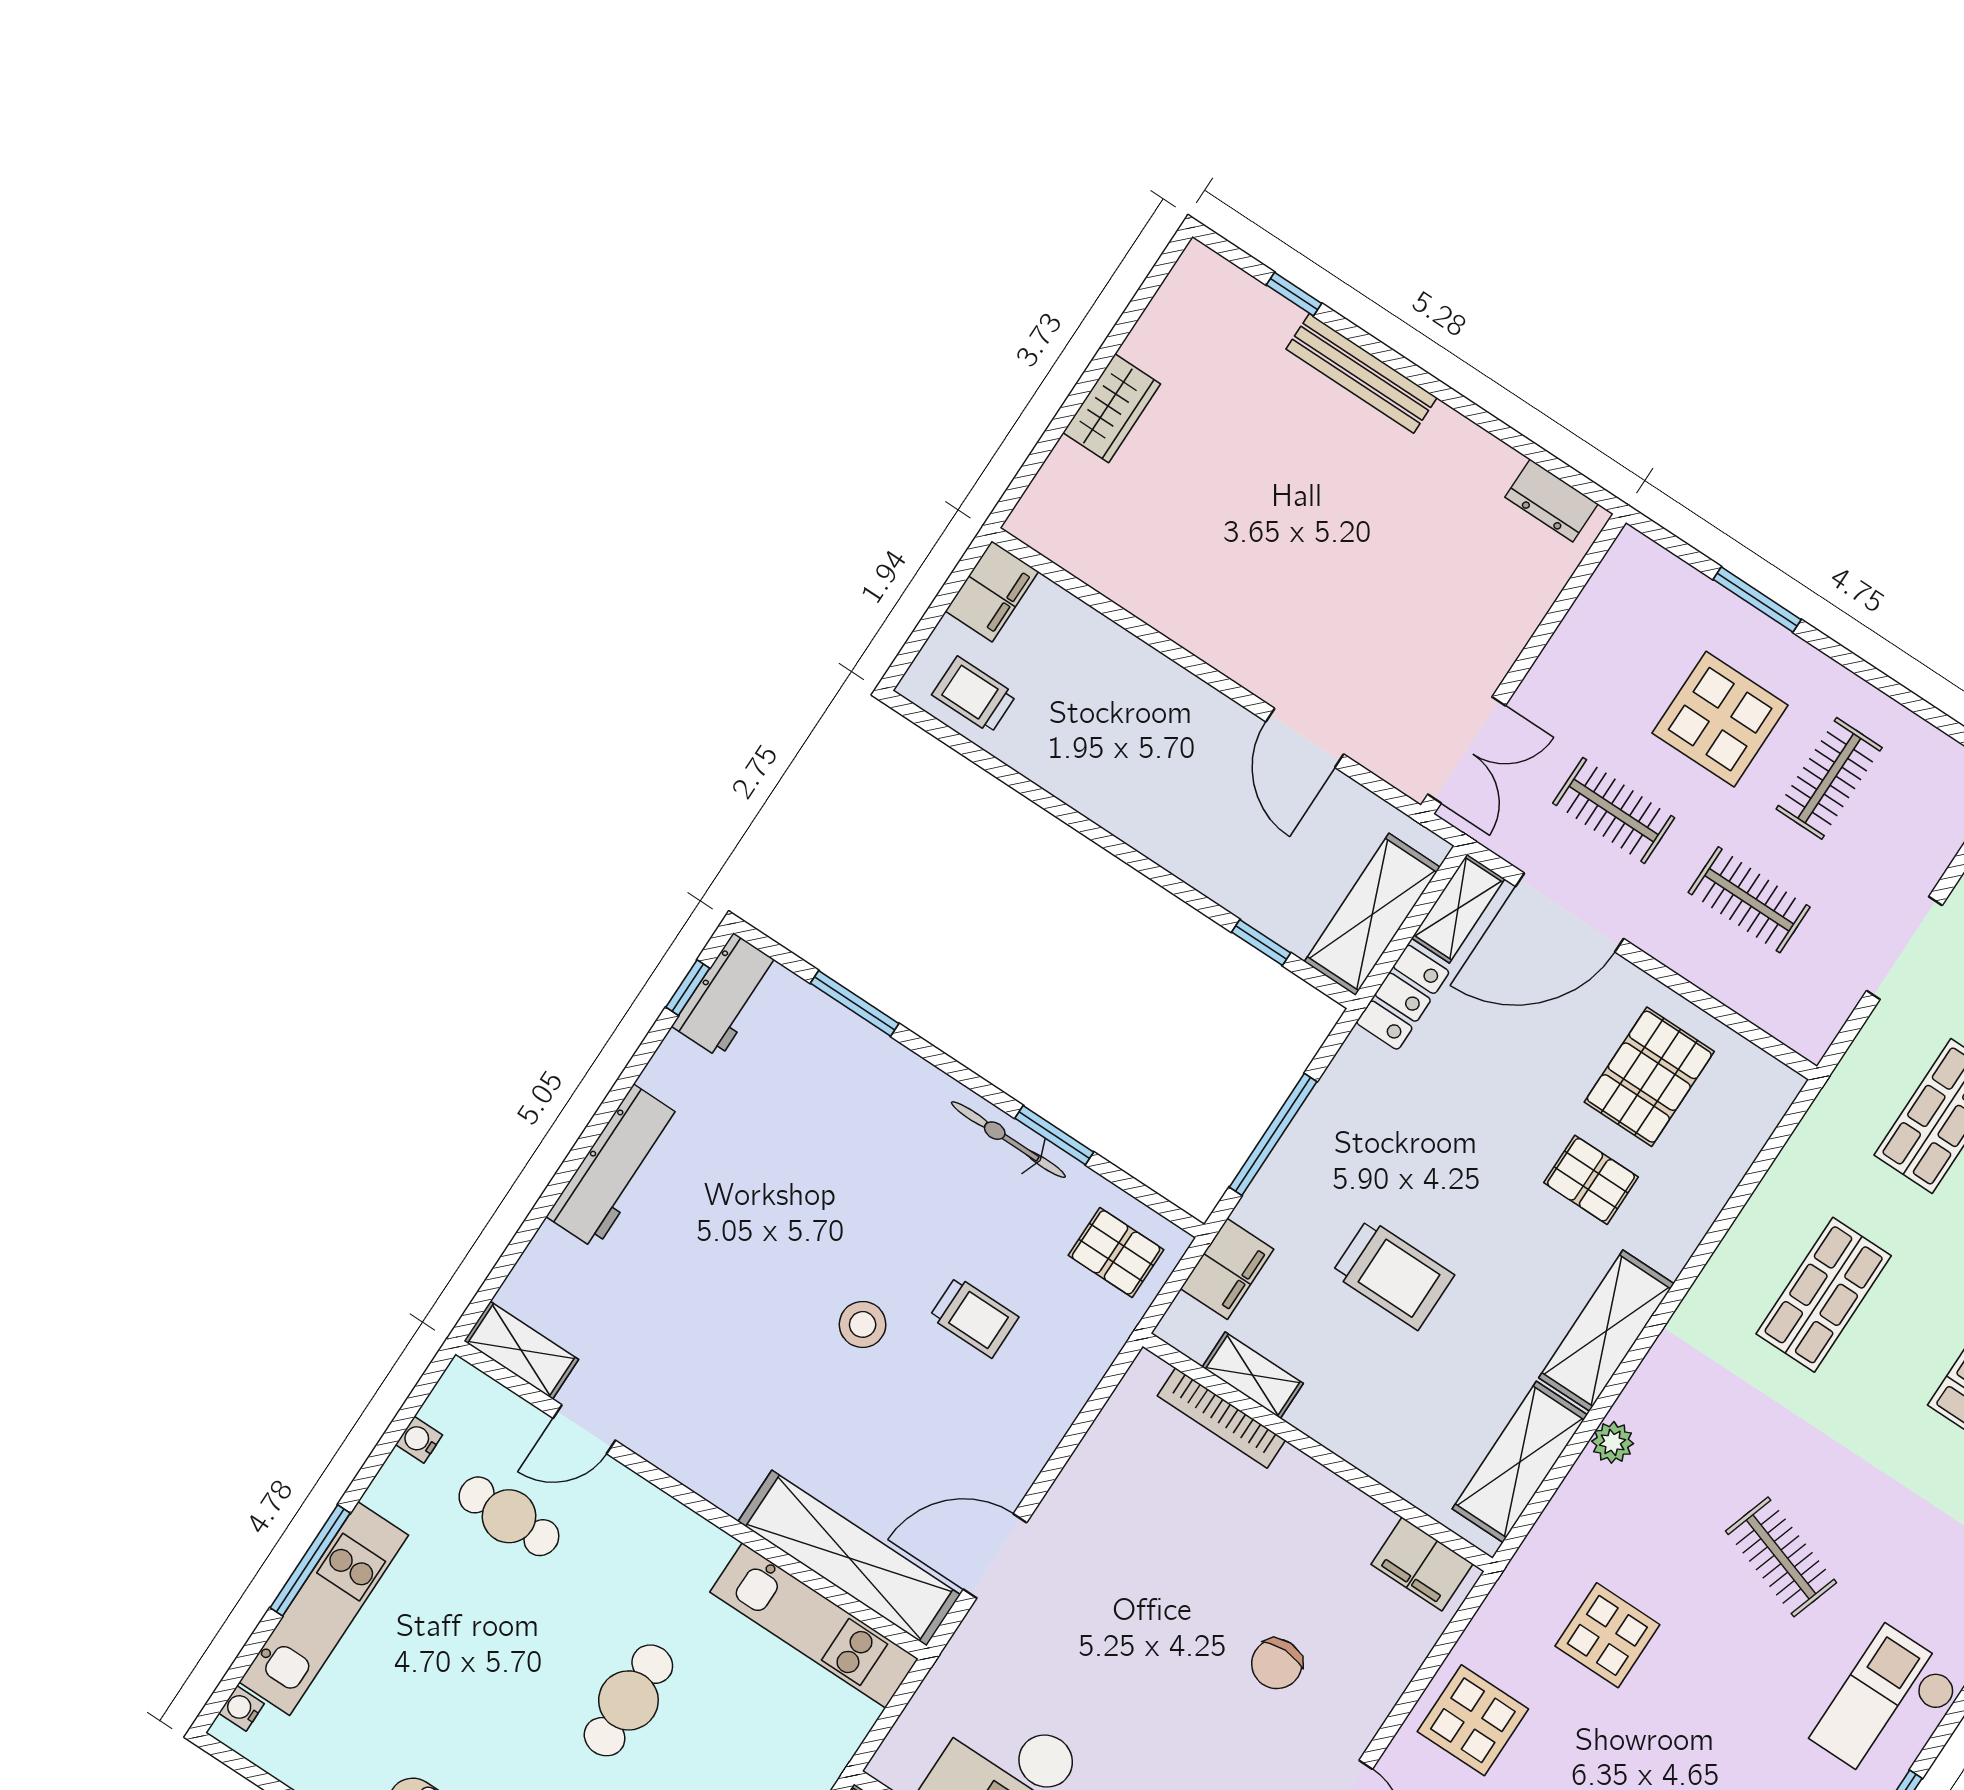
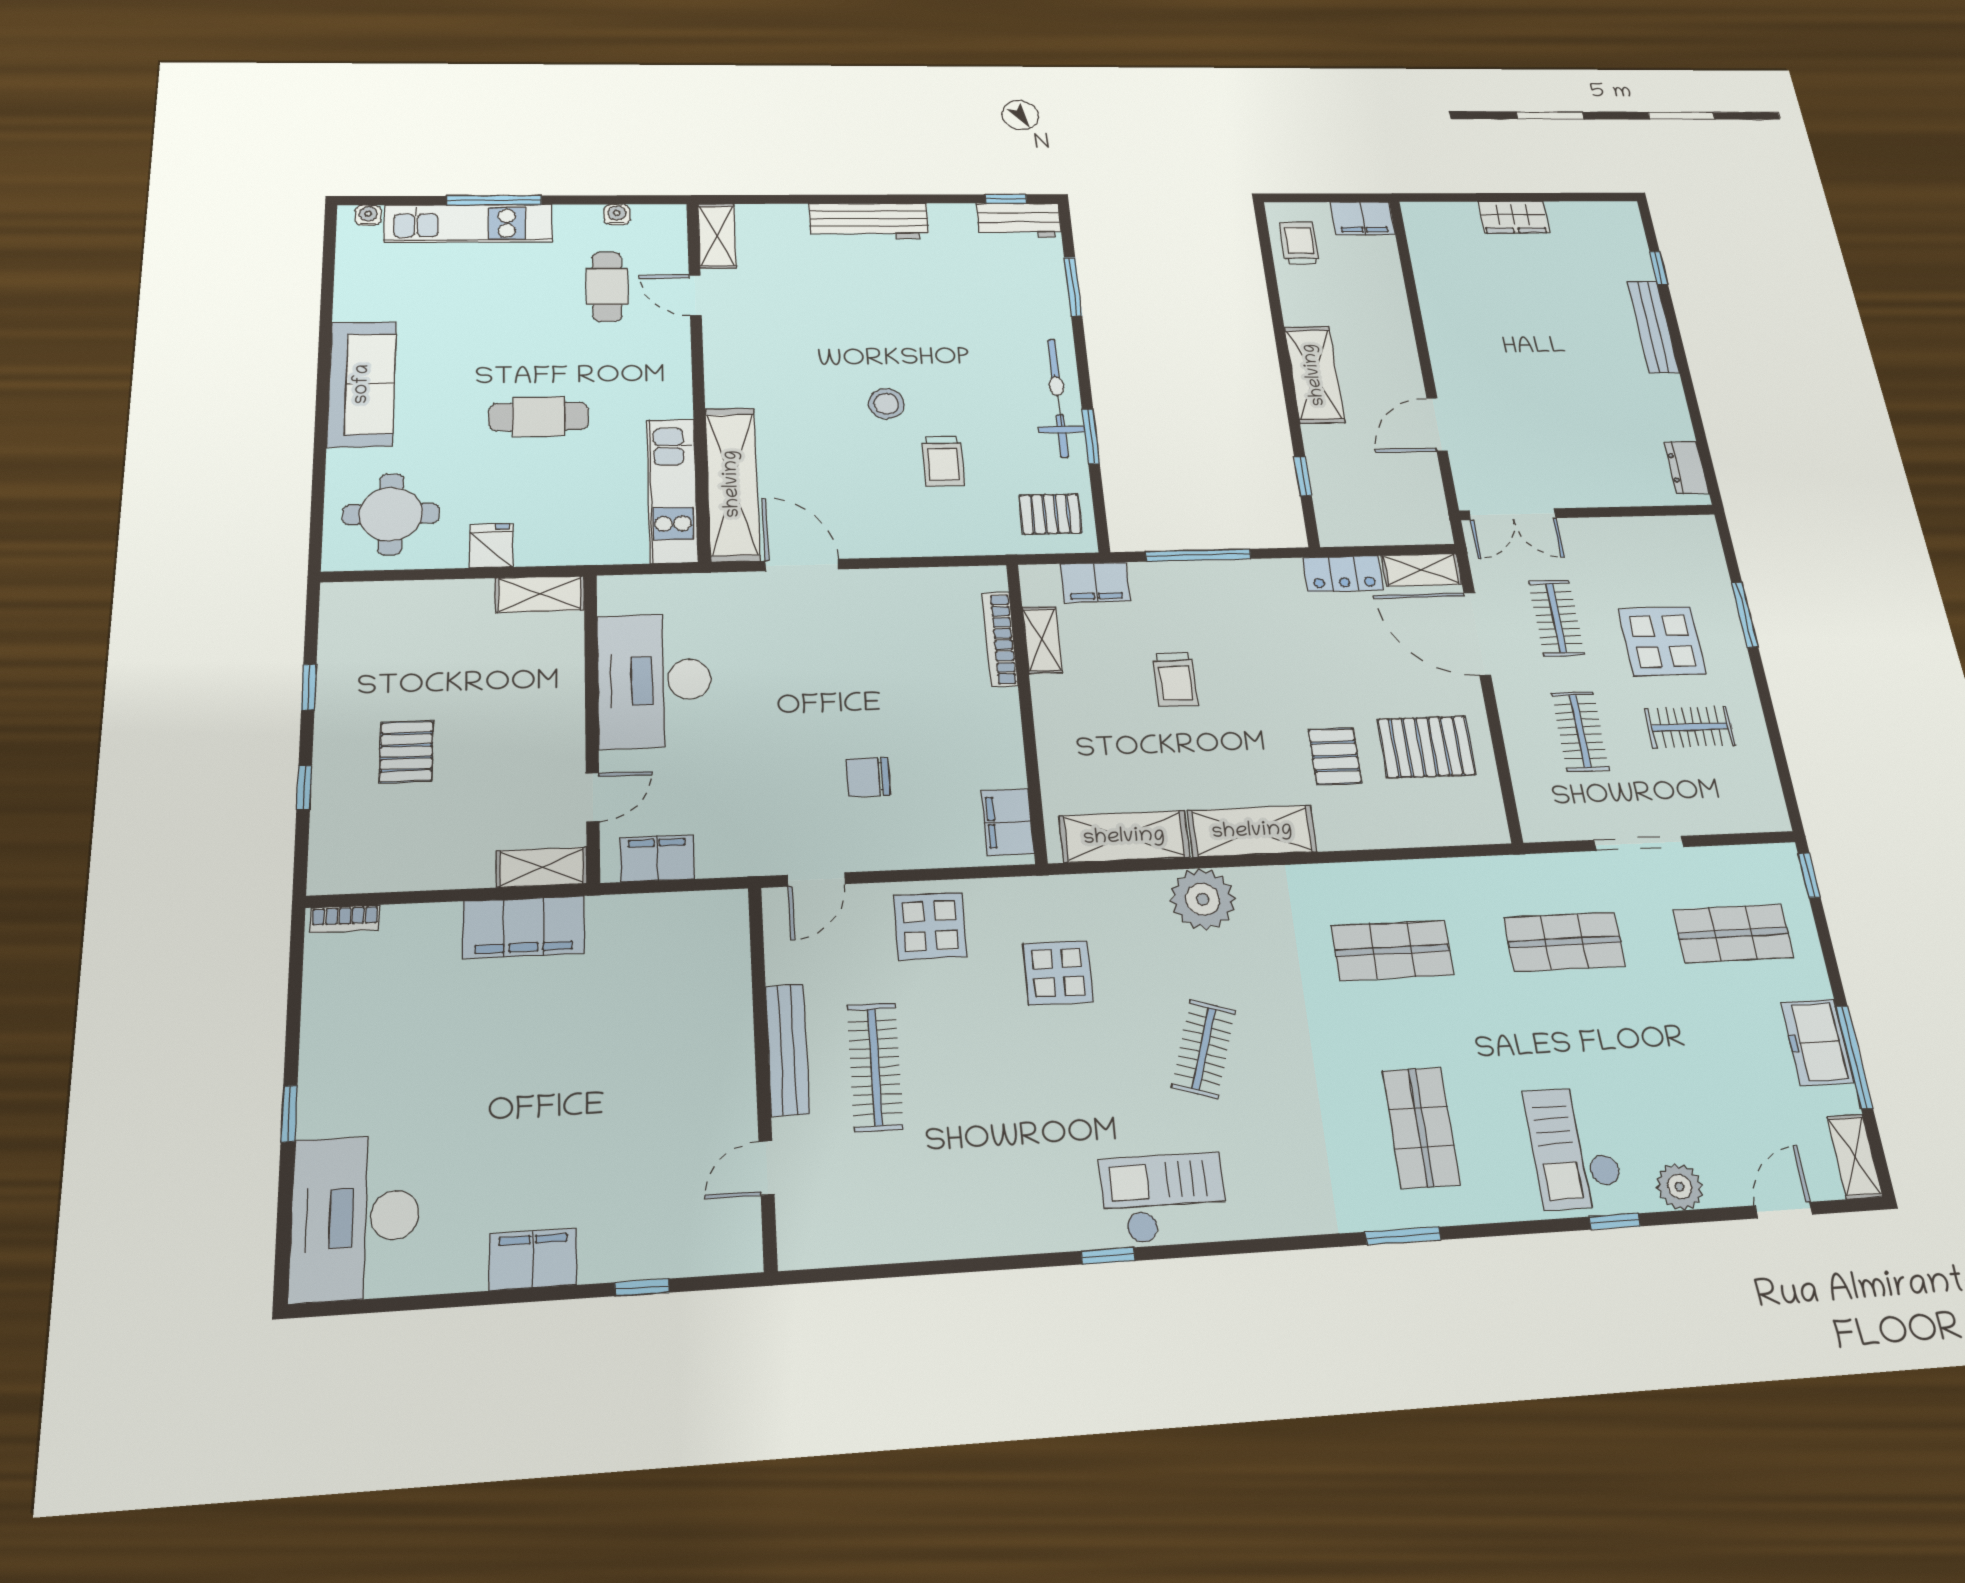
shelving: (1372, 914) -> (1314, 375), moved, turned 90
bicycle: (1008, 1140) -> (1058, 398), width x1.37, depth x1.40
pallet: (1116, 1252) -> (1051, 514), turned 90
trolley: (1393, 1274) -> (1175, 680), width x0.73, depth x0.72
plant: (1613, 1442) -> (1203, 899), width x1.87, depth x1.87

